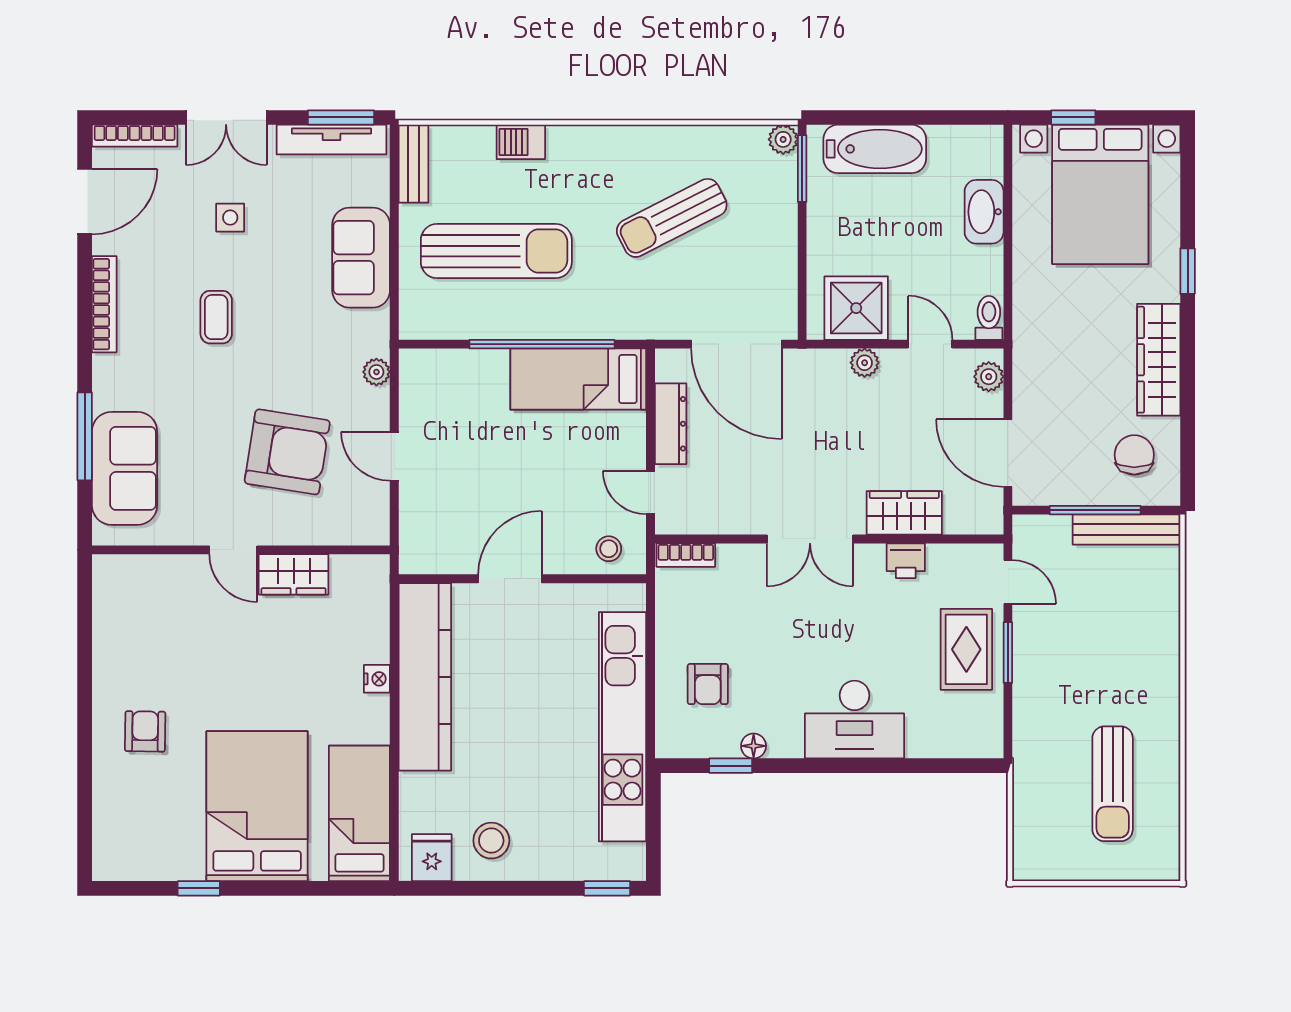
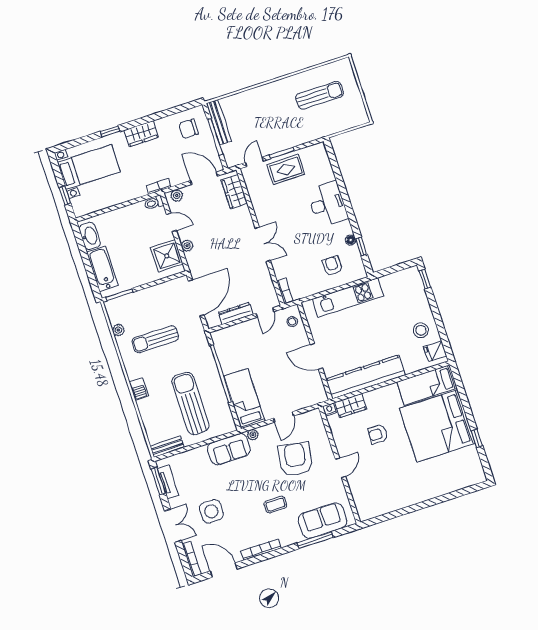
plant: (783, 139) -> (118, 330), moved
tv unit: (331, 140) -> (168, 482), width x0.71
barbecue: (521, 142) -> (139, 389), moved
bed with nightstands: (1100, 194) -> (89, 167), width x0.73
washbasin: (984, 212) -> (90, 236), moved, turned -90
side table: (230, 218) -> (211, 511), width x1.87, depth x1.87
sun lounger: (672, 218) -> (155, 339), turned 117
sofa: (361, 258) -> (229, 449), moved
coffee table: (216, 317) -> (276, 505), moved
bookcase: (1024, 342) -> (159, 186), added
door: (930, 344) -> (171, 222), swing flipped
wardrobe: (1159, 360) -> (141, 134), width x0.67
bed: (578, 379) -> (244, 399), moved, turned 180
door: (1008, 453) -> (204, 178), swing flipped
wardrobe: (904, 513) -> (234, 192), moved
printer: (906, 561) -> (259, 204), removed
wardrobe: (294, 574) -> (351, 406), moved, turned 90
nightstand: (377, 679) -> (330, 409), moved
armchair: (708, 684) -> (332, 266), turned -90
kitchen unit: (623, 727) -> (348, 297), width x0.73
armchair: (145, 731) -> (378, 434), moved
bed: (257, 806) -> (437, 426), width x1.36

